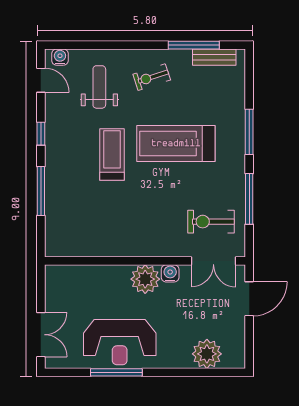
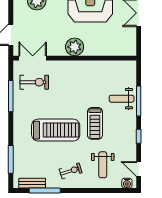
window: (249, 132) -> (11, 159), moved
weight bench: (69, 195) -> (122, 99), added
water cooler: (170, 273) -> (59, 50), removed

